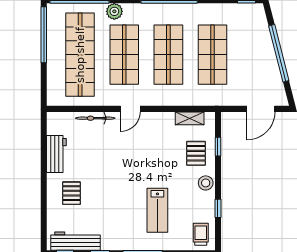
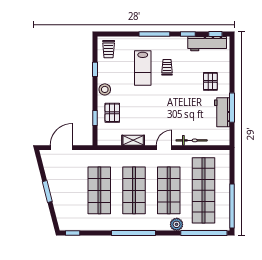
window: (279, 53) -> (47, 191), width x0.47
shelving: (190, 118) -> (133, 140), moved
window: (44, 160) -> (232, 108), added
lab bench: (157, 210) -> (143, 68), turned 180
trolley: (127, 211) -> (167, 67), added

